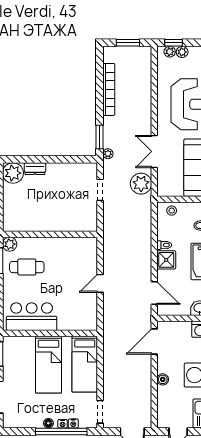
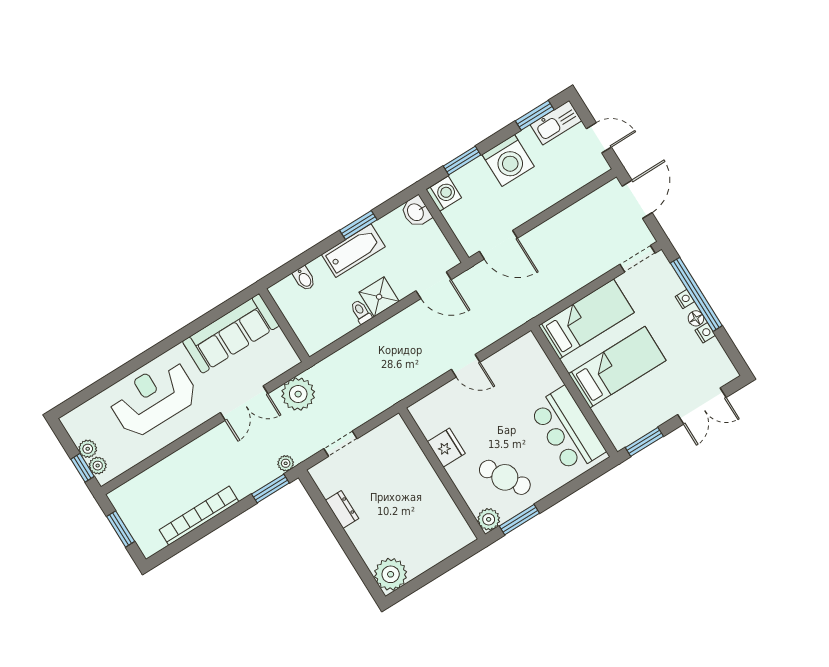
dresser: (35, 169) -> (342, 509), moved
stool: (172, 211) -> (309, 331), removed
fridge: (62, 245) -> (446, 448), added
cafe table: (27, 267) -> (505, 477), turned -32
door: (154, 293) -> (434, 285), swing flipped
boiler: (163, 379) -> (542, 202), removed
nightstand: (73, 423) -> (705, 333), moved

